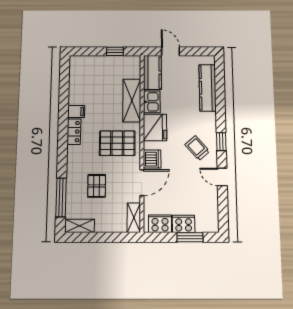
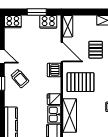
fridge: (155, 127) -> (54, 99), width x0.53, depth x0.75
door: (142, 183) -> (62, 52), swing flipped
cooker: (184, 224) -> (13, 22), moved
window: (190, 237) -> (37, 12), moved

